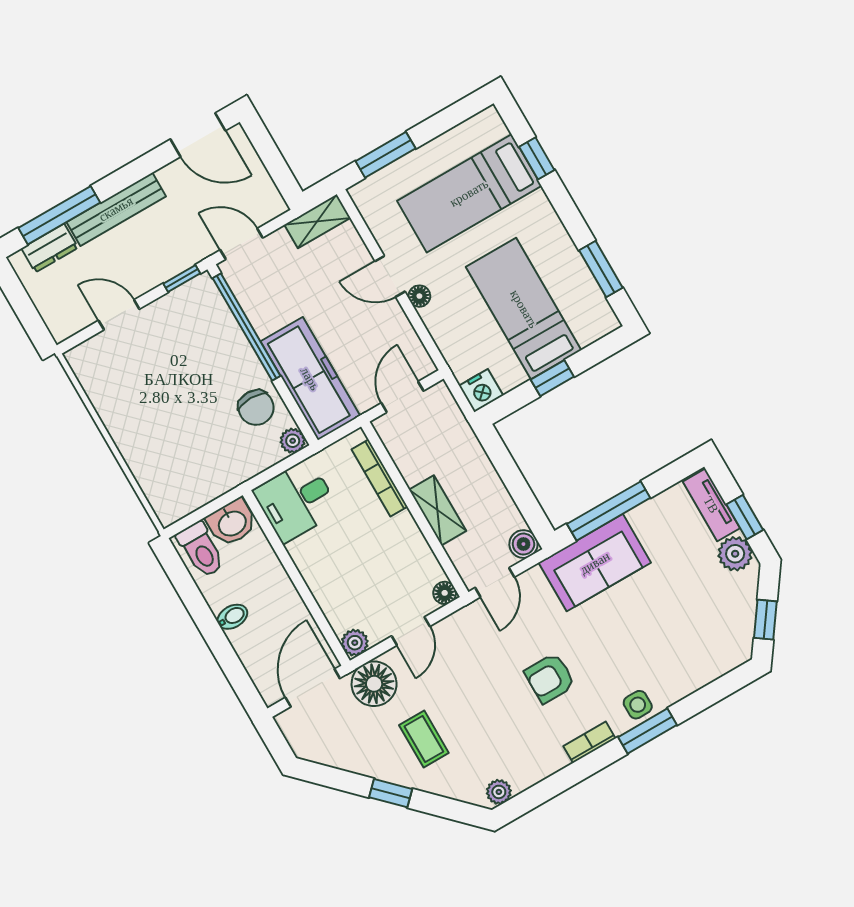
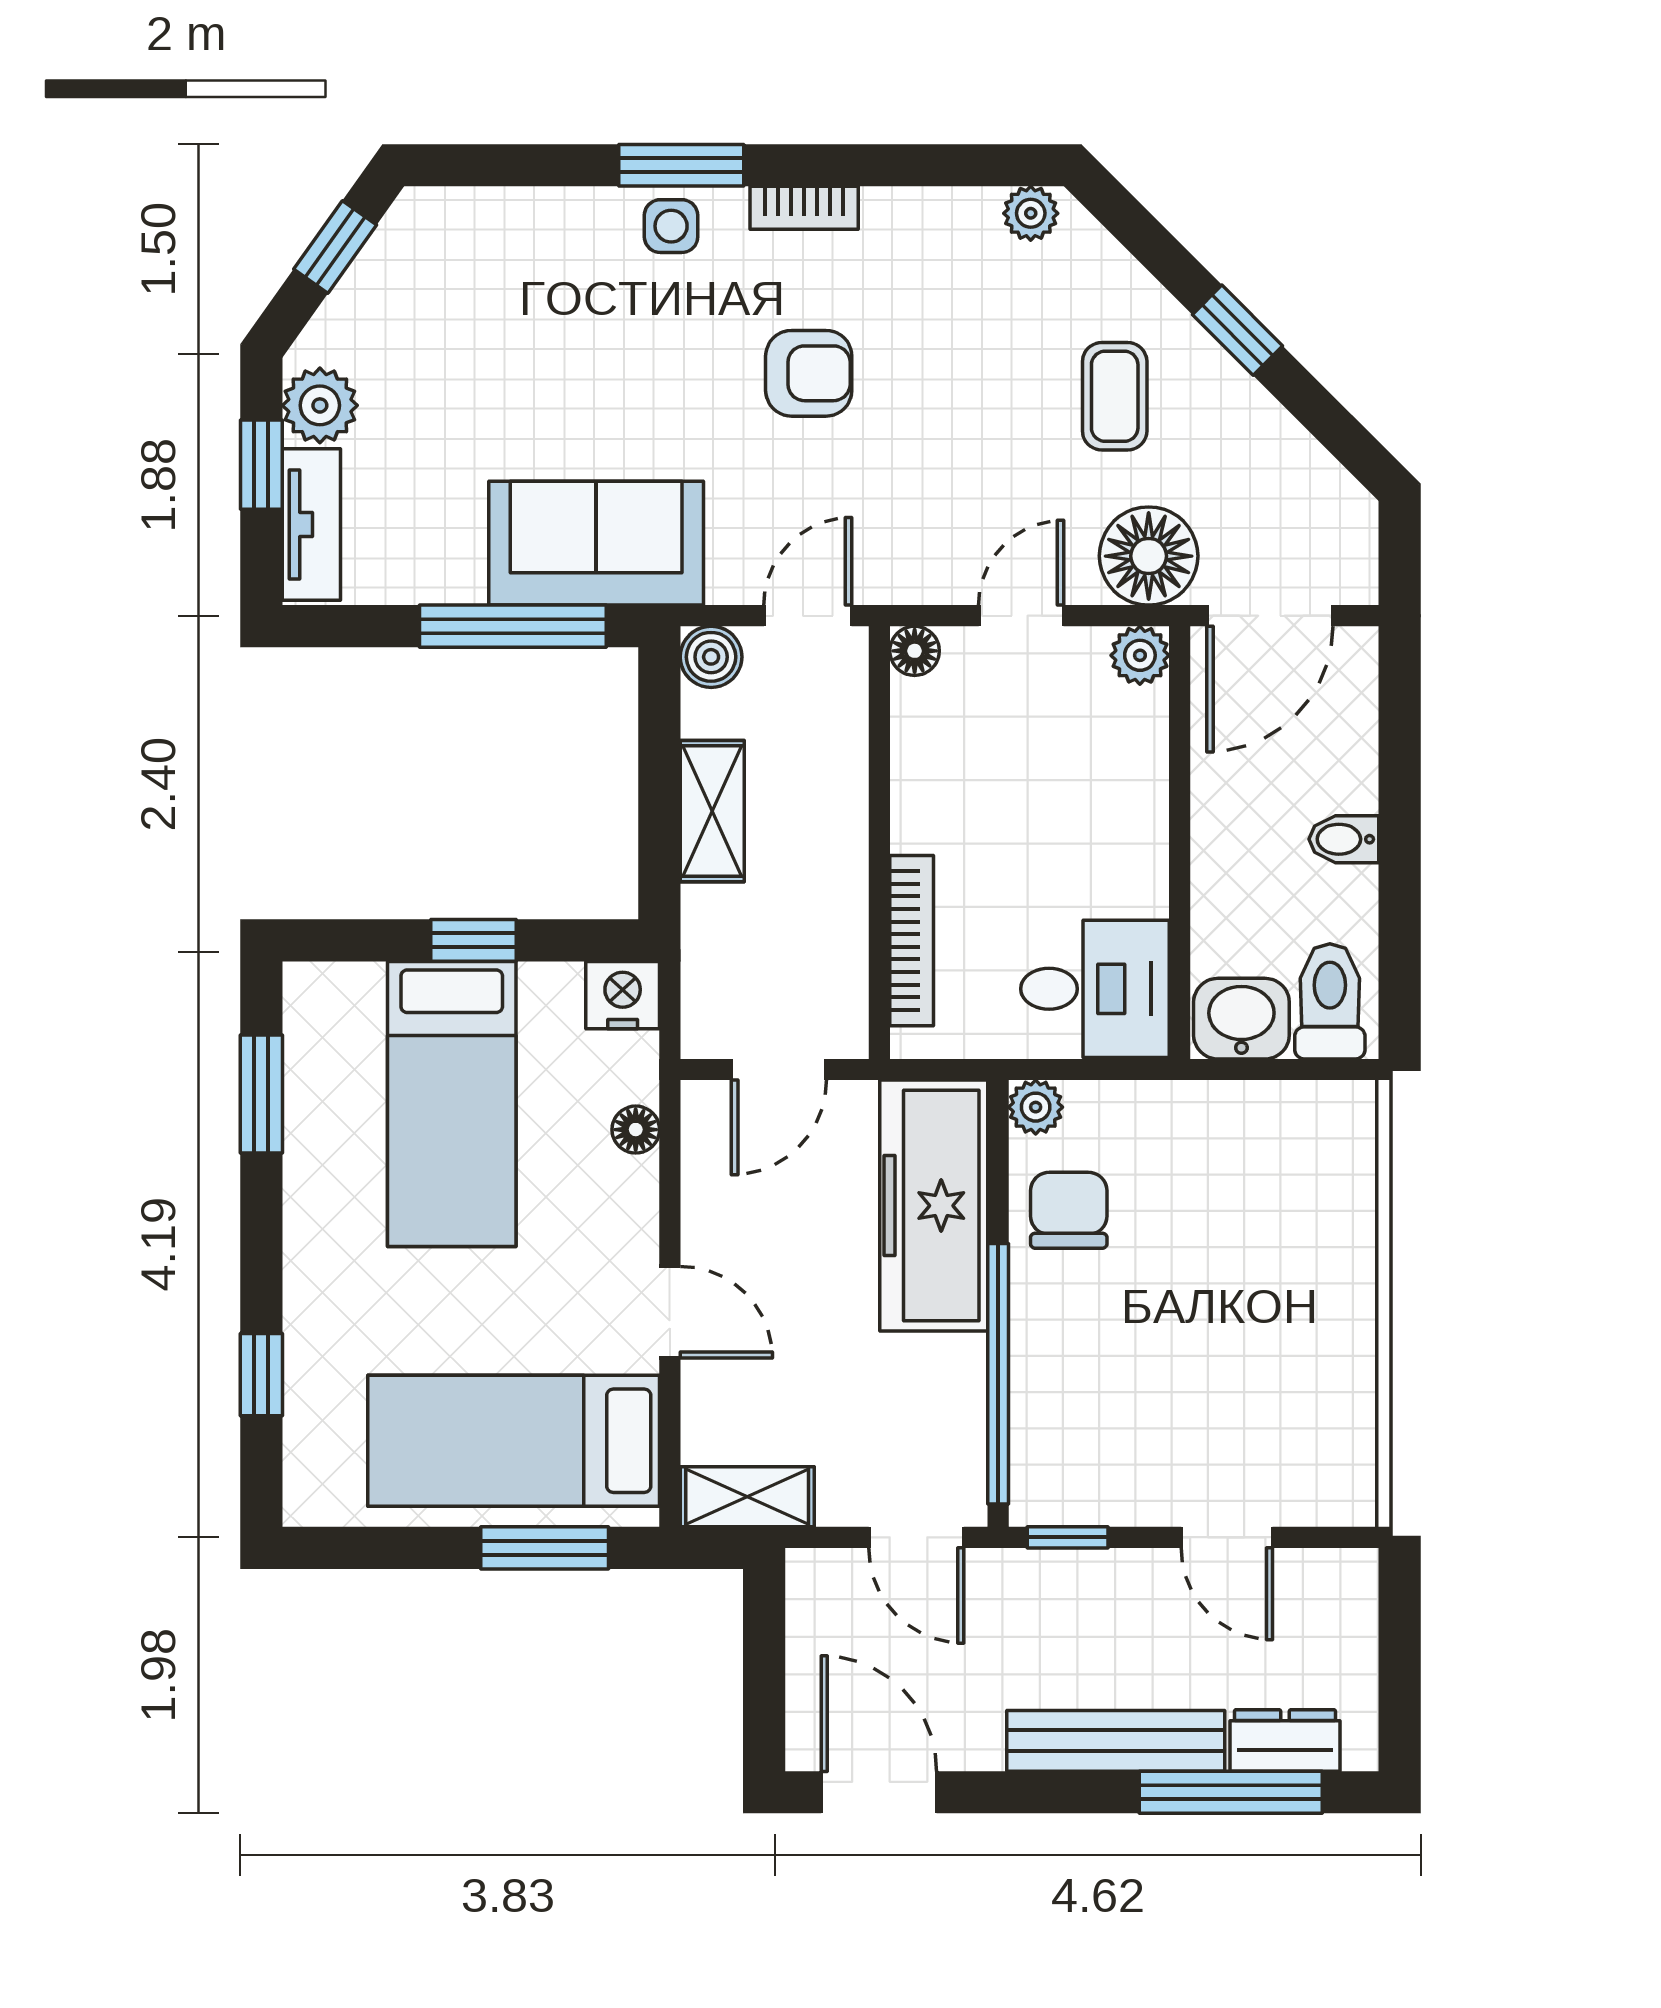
bed: (469, 193) -> (514, 1441), moved, turned 180
floor lamp: (419, 296) -> (636, 1130), moved
shelving: (438, 510) -> (712, 811), moved

